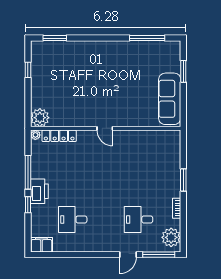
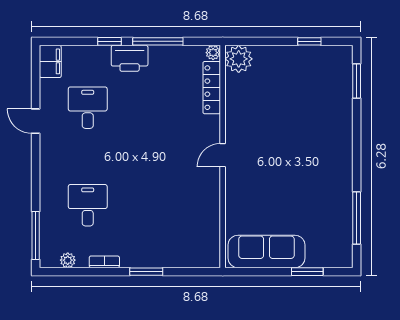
plant: (171, 237) -> (68, 260), width x0.53, depth x0.53
door: (128, 255) -> (36, 121), moved

